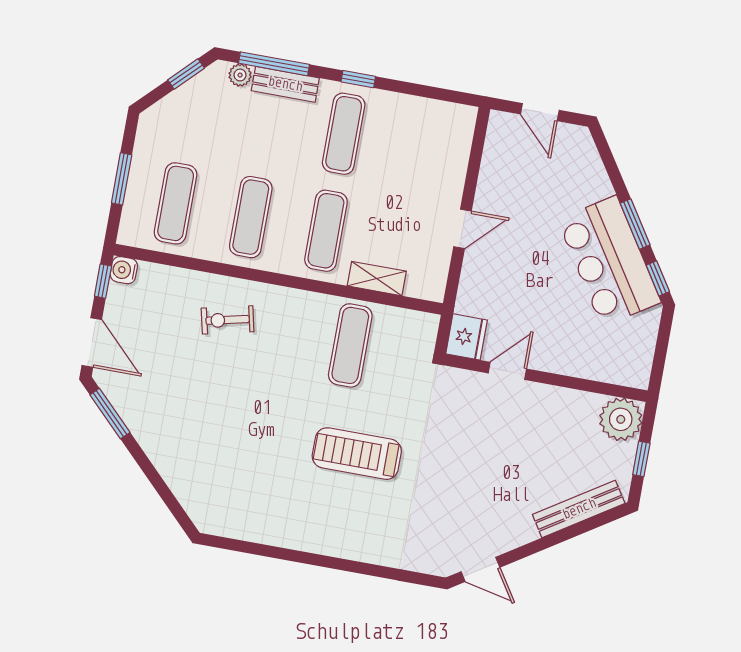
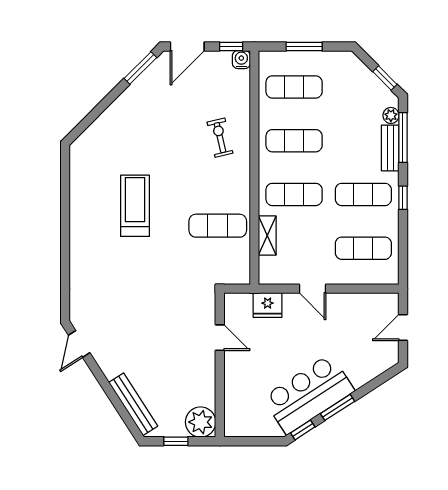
exercise mat: (419, 147) -> (363, 248), added
fridge: (467, 337) -> (268, 305), moved
treadmill: (357, 454) -> (135, 206), moved

